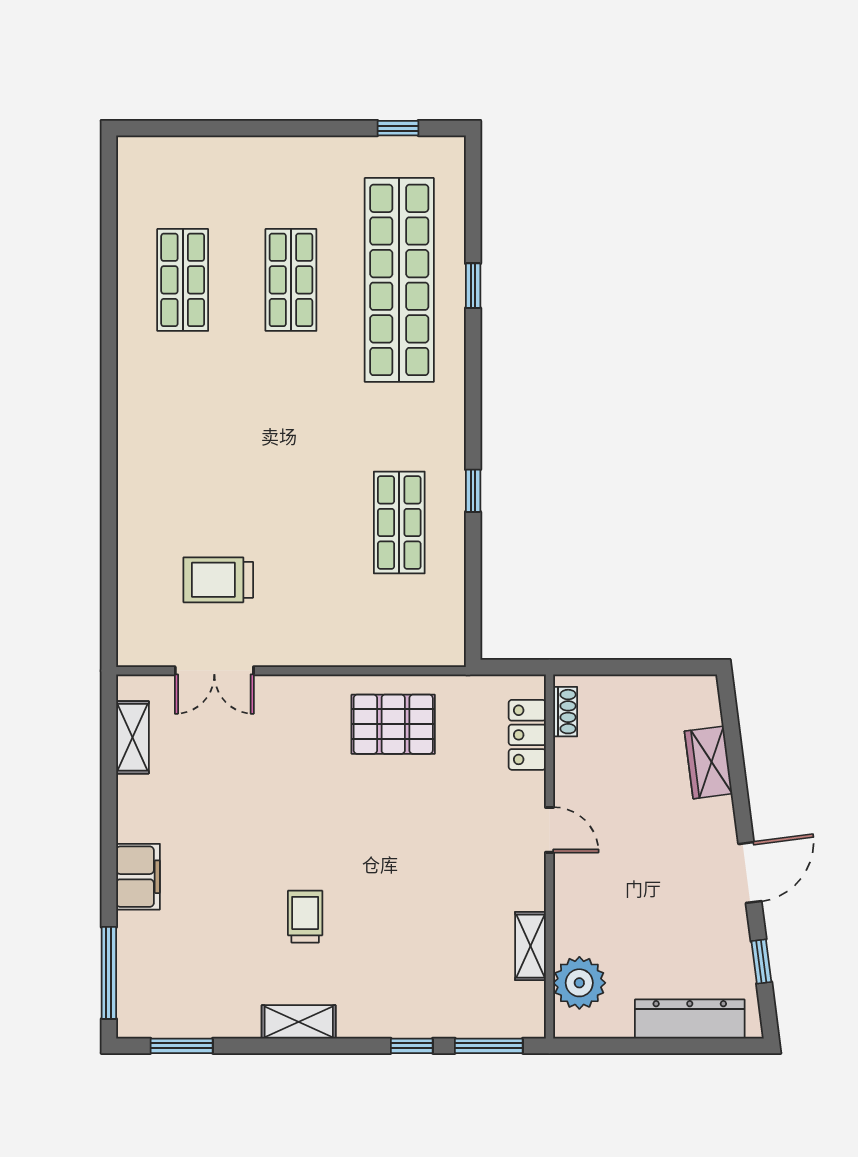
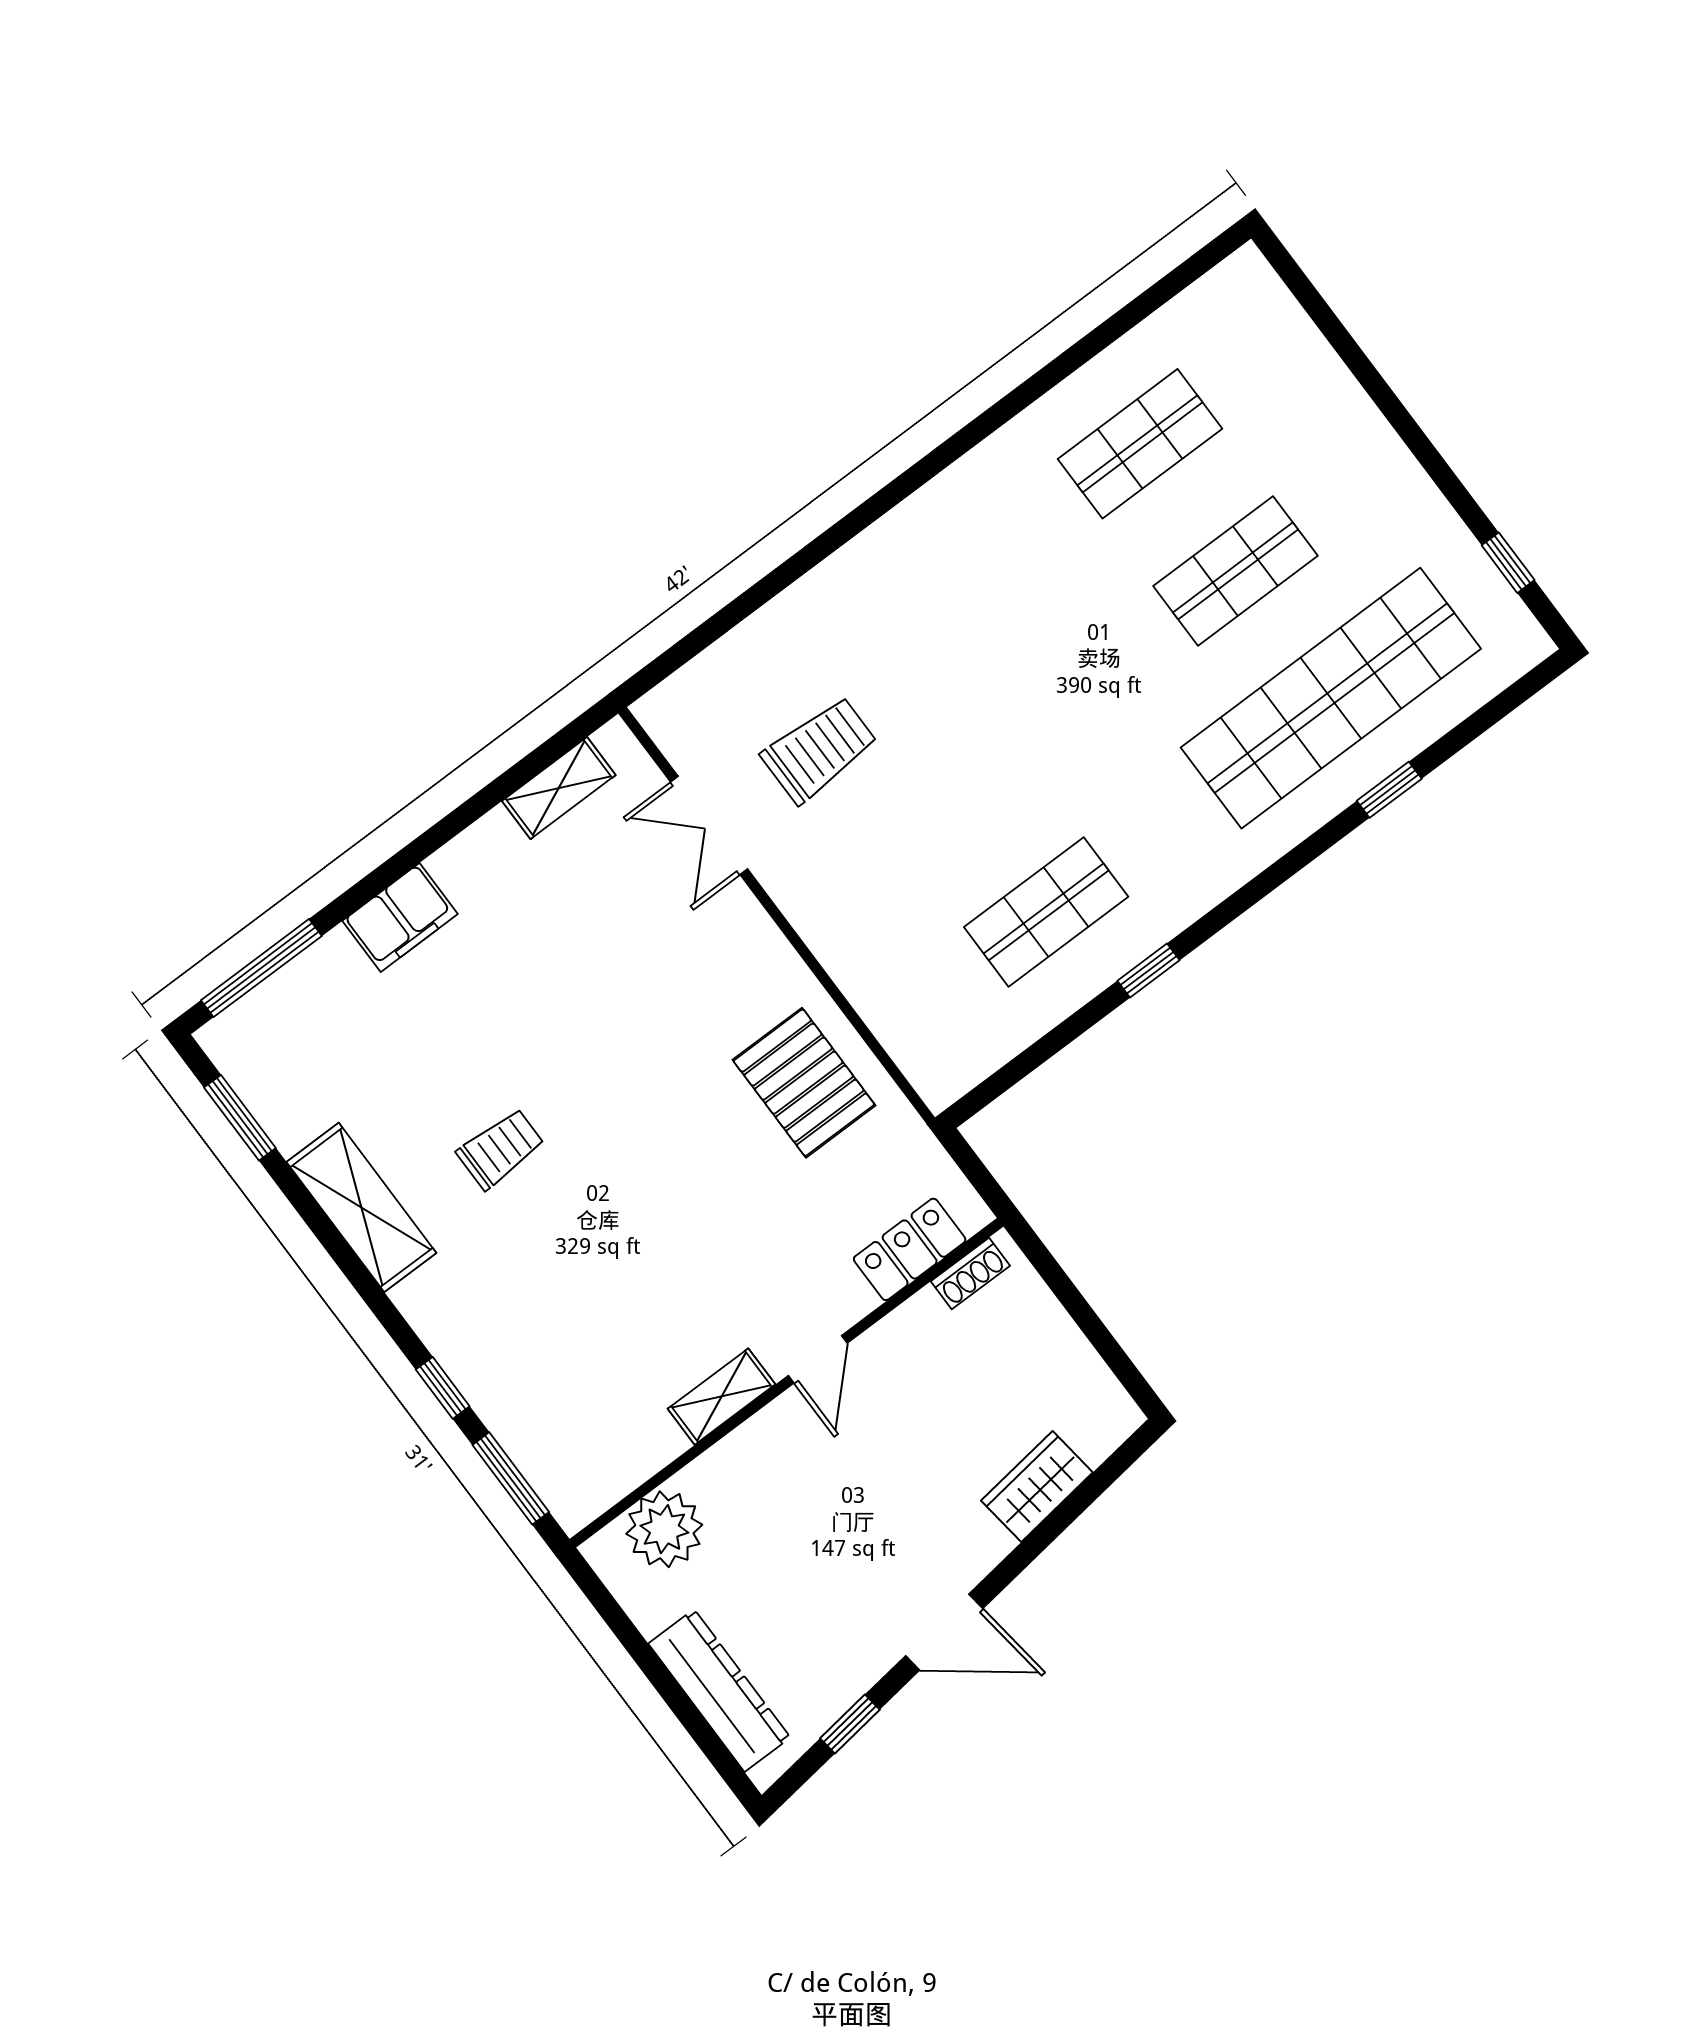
trolley: (218, 580) -> (819, 750), turned 90
shelving: (530, 946) -> (722, 1397), moved
shelving: (299, 1022) -> (361, 1207), width x1.50, depth x1.33

